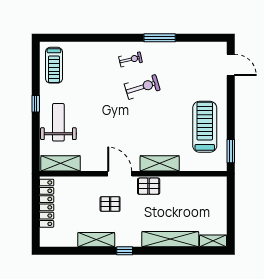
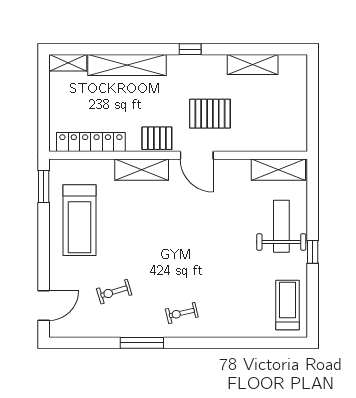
door: (231, 65) -> (44, 306), swing flipped
exercise bike: (142, 87) -> (114, 292), moved, width x0.73, depth x0.72
weight bench: (58, 122) -> (281, 226), turned 180
locker: (47, 203) -> (91, 142), moved, turned 90
pallet: (110, 204) -> (210, 114), width x1.50, depth x1.42
shelving: (96, 240) -> (253, 65), moved

